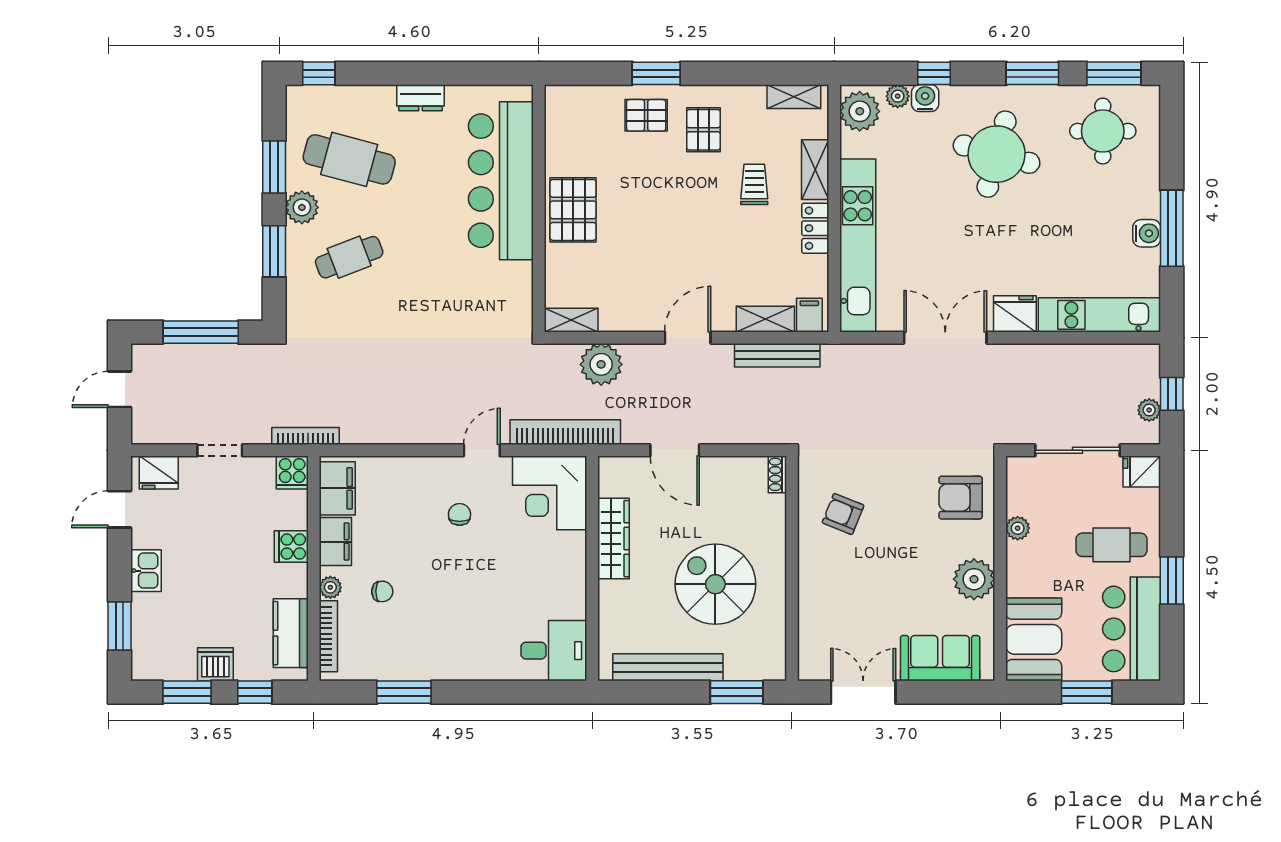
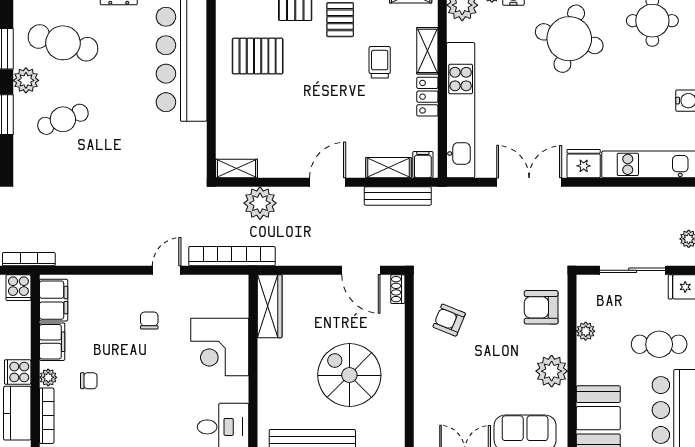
pallet: (573, 210) -> (258, 56), moved, turned 90
door: (675, 450) -> (361, 270), moved
corner desk: (550, 493) -> (220, 347), moved
wardrobe: (613, 539) -> (270, 306), moved
cooker: (291, 547) -> (18, 372), moved

